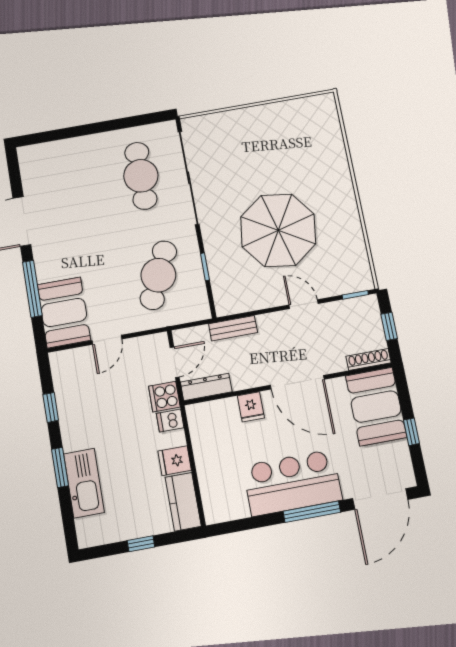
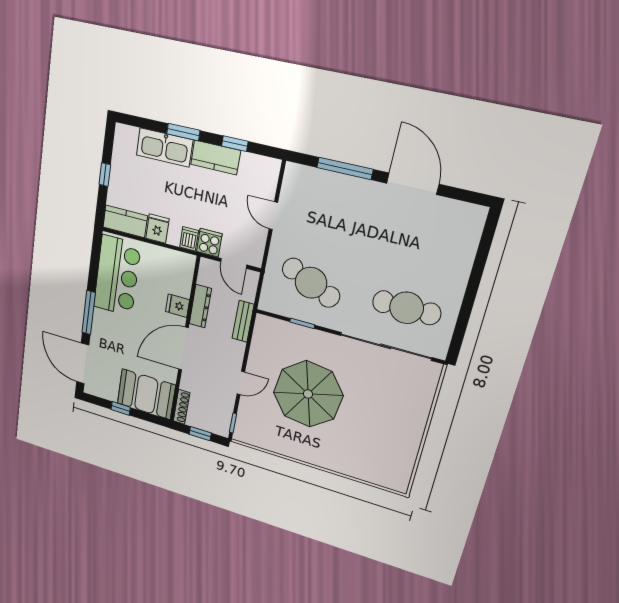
booth: (64, 312) -> (312, 188), removed
dresser: (206, 387) -> (200, 306), moved
kitchen counter: (73, 423) -> (216, 158), added
bar counter: (292, 483) -> (117, 276), moved

